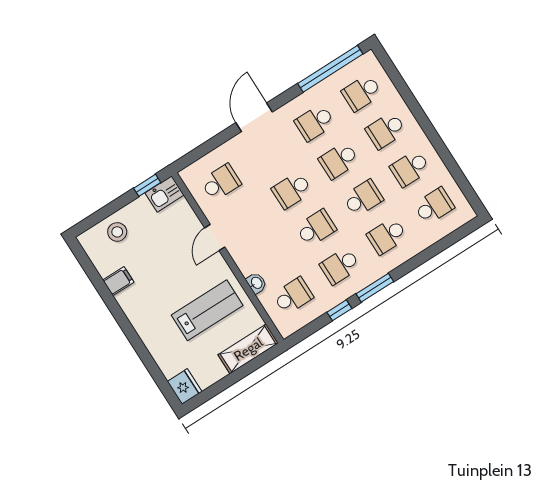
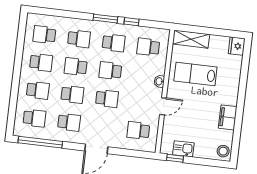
kitchen sink: (164, 194) -> (183, 149), moved
stool: (117, 232) -> (223, 151), moved
filing cabinet: (118, 281) -> (228, 117), width x2.00
washbasin: (256, 283) -> (159, 81), moved

